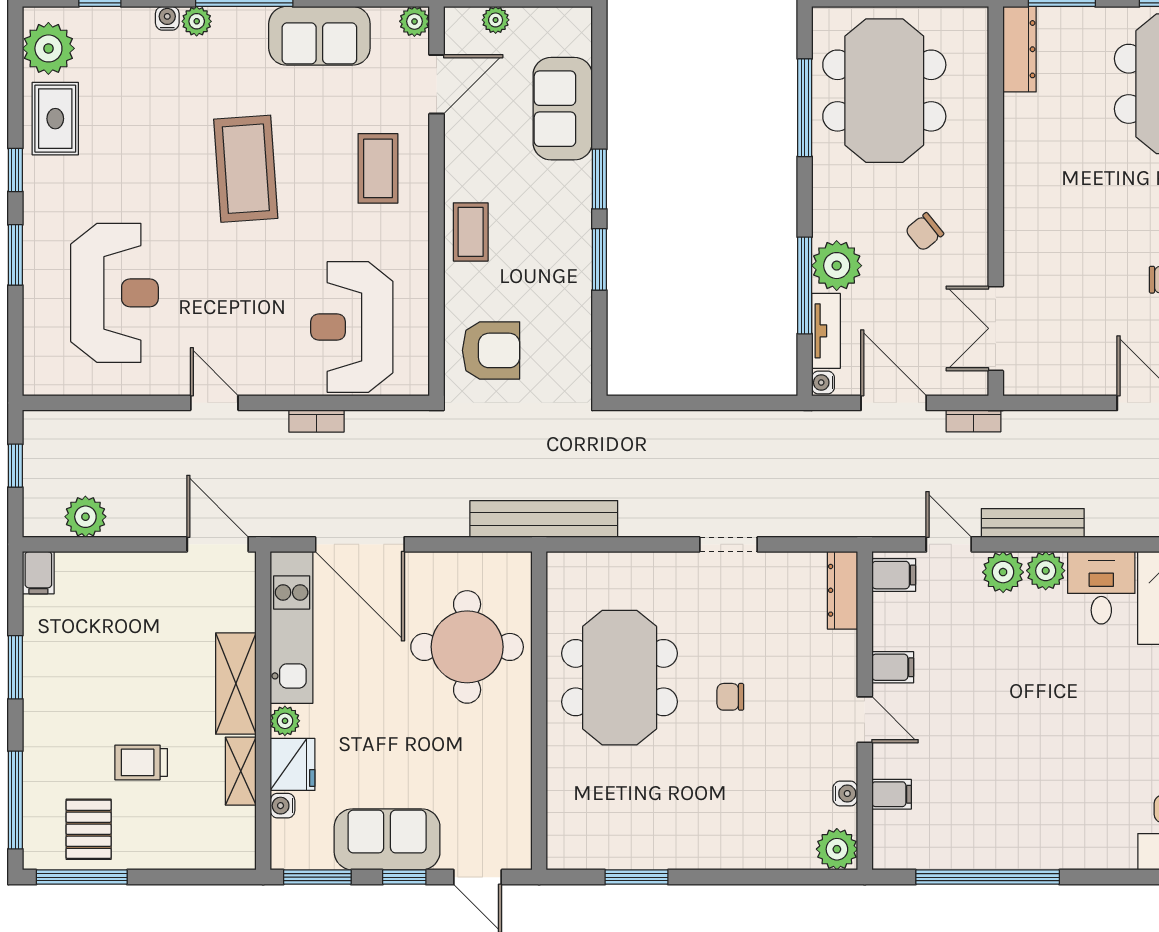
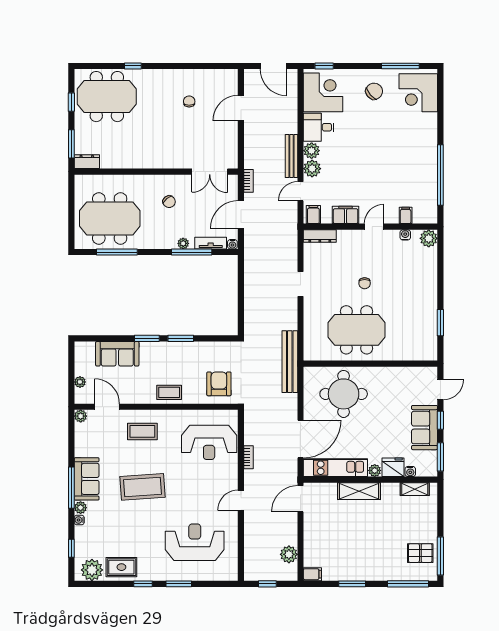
sofa: (319, 36) -> (87, 479), moved
dresser: (1019, 49) -> (87, 162), width x0.70
plant: (837, 266) -> (183, 243), width x0.53, depth x0.53
filing cabinet: (893, 667) -> (346, 215), width x2.00
trolley: (141, 762) -> (392, 531), removed
shelving: (241, 771) -> (415, 489), moved

